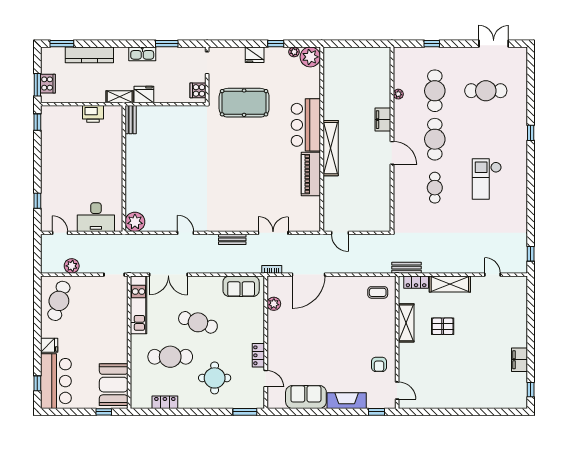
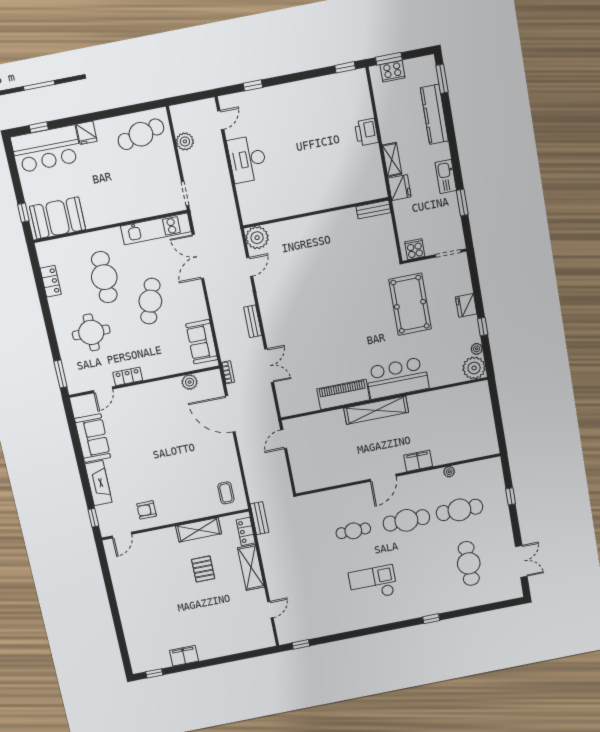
bench: (131, 120) -> (373, 210), moved
wall: (124, 168) -> (316, 213), moved
plant: (135, 222) -> (257, 238), moved
cafe table: (59, 301) -> (141, 134), turned -31

